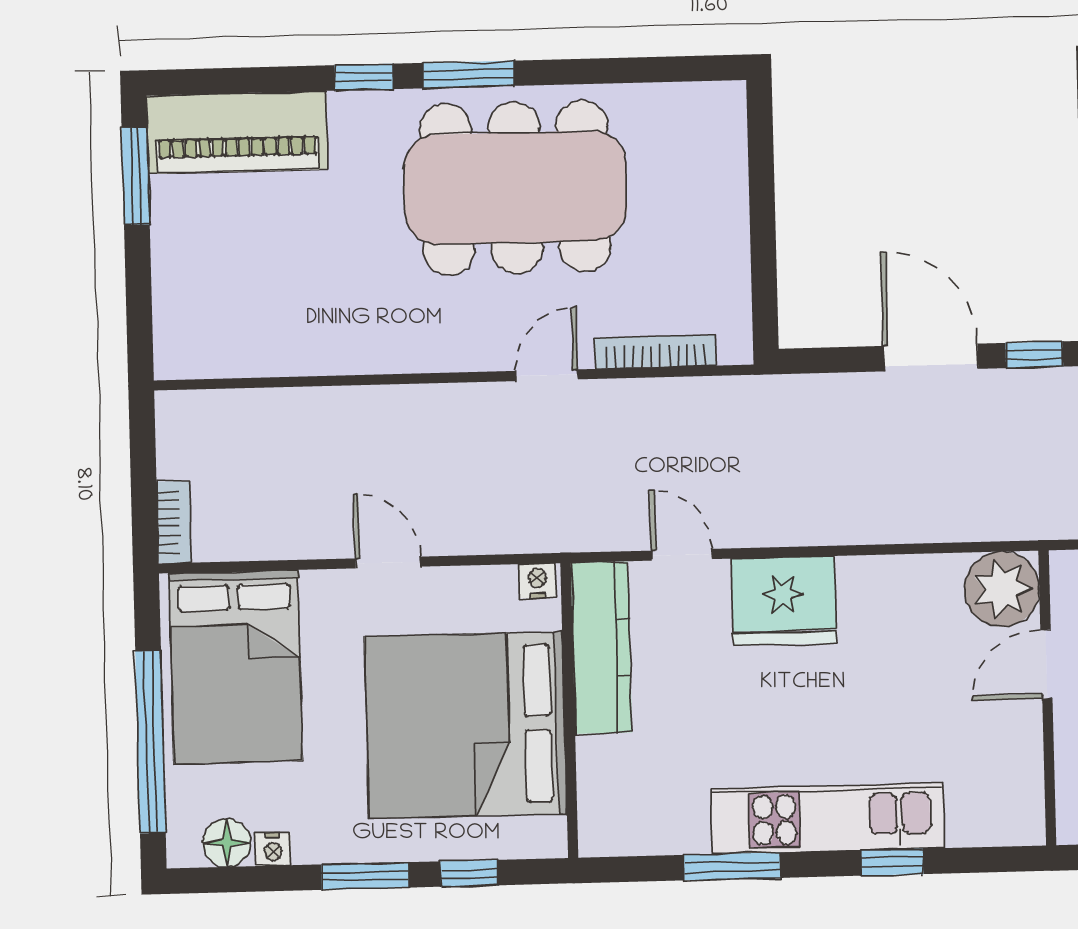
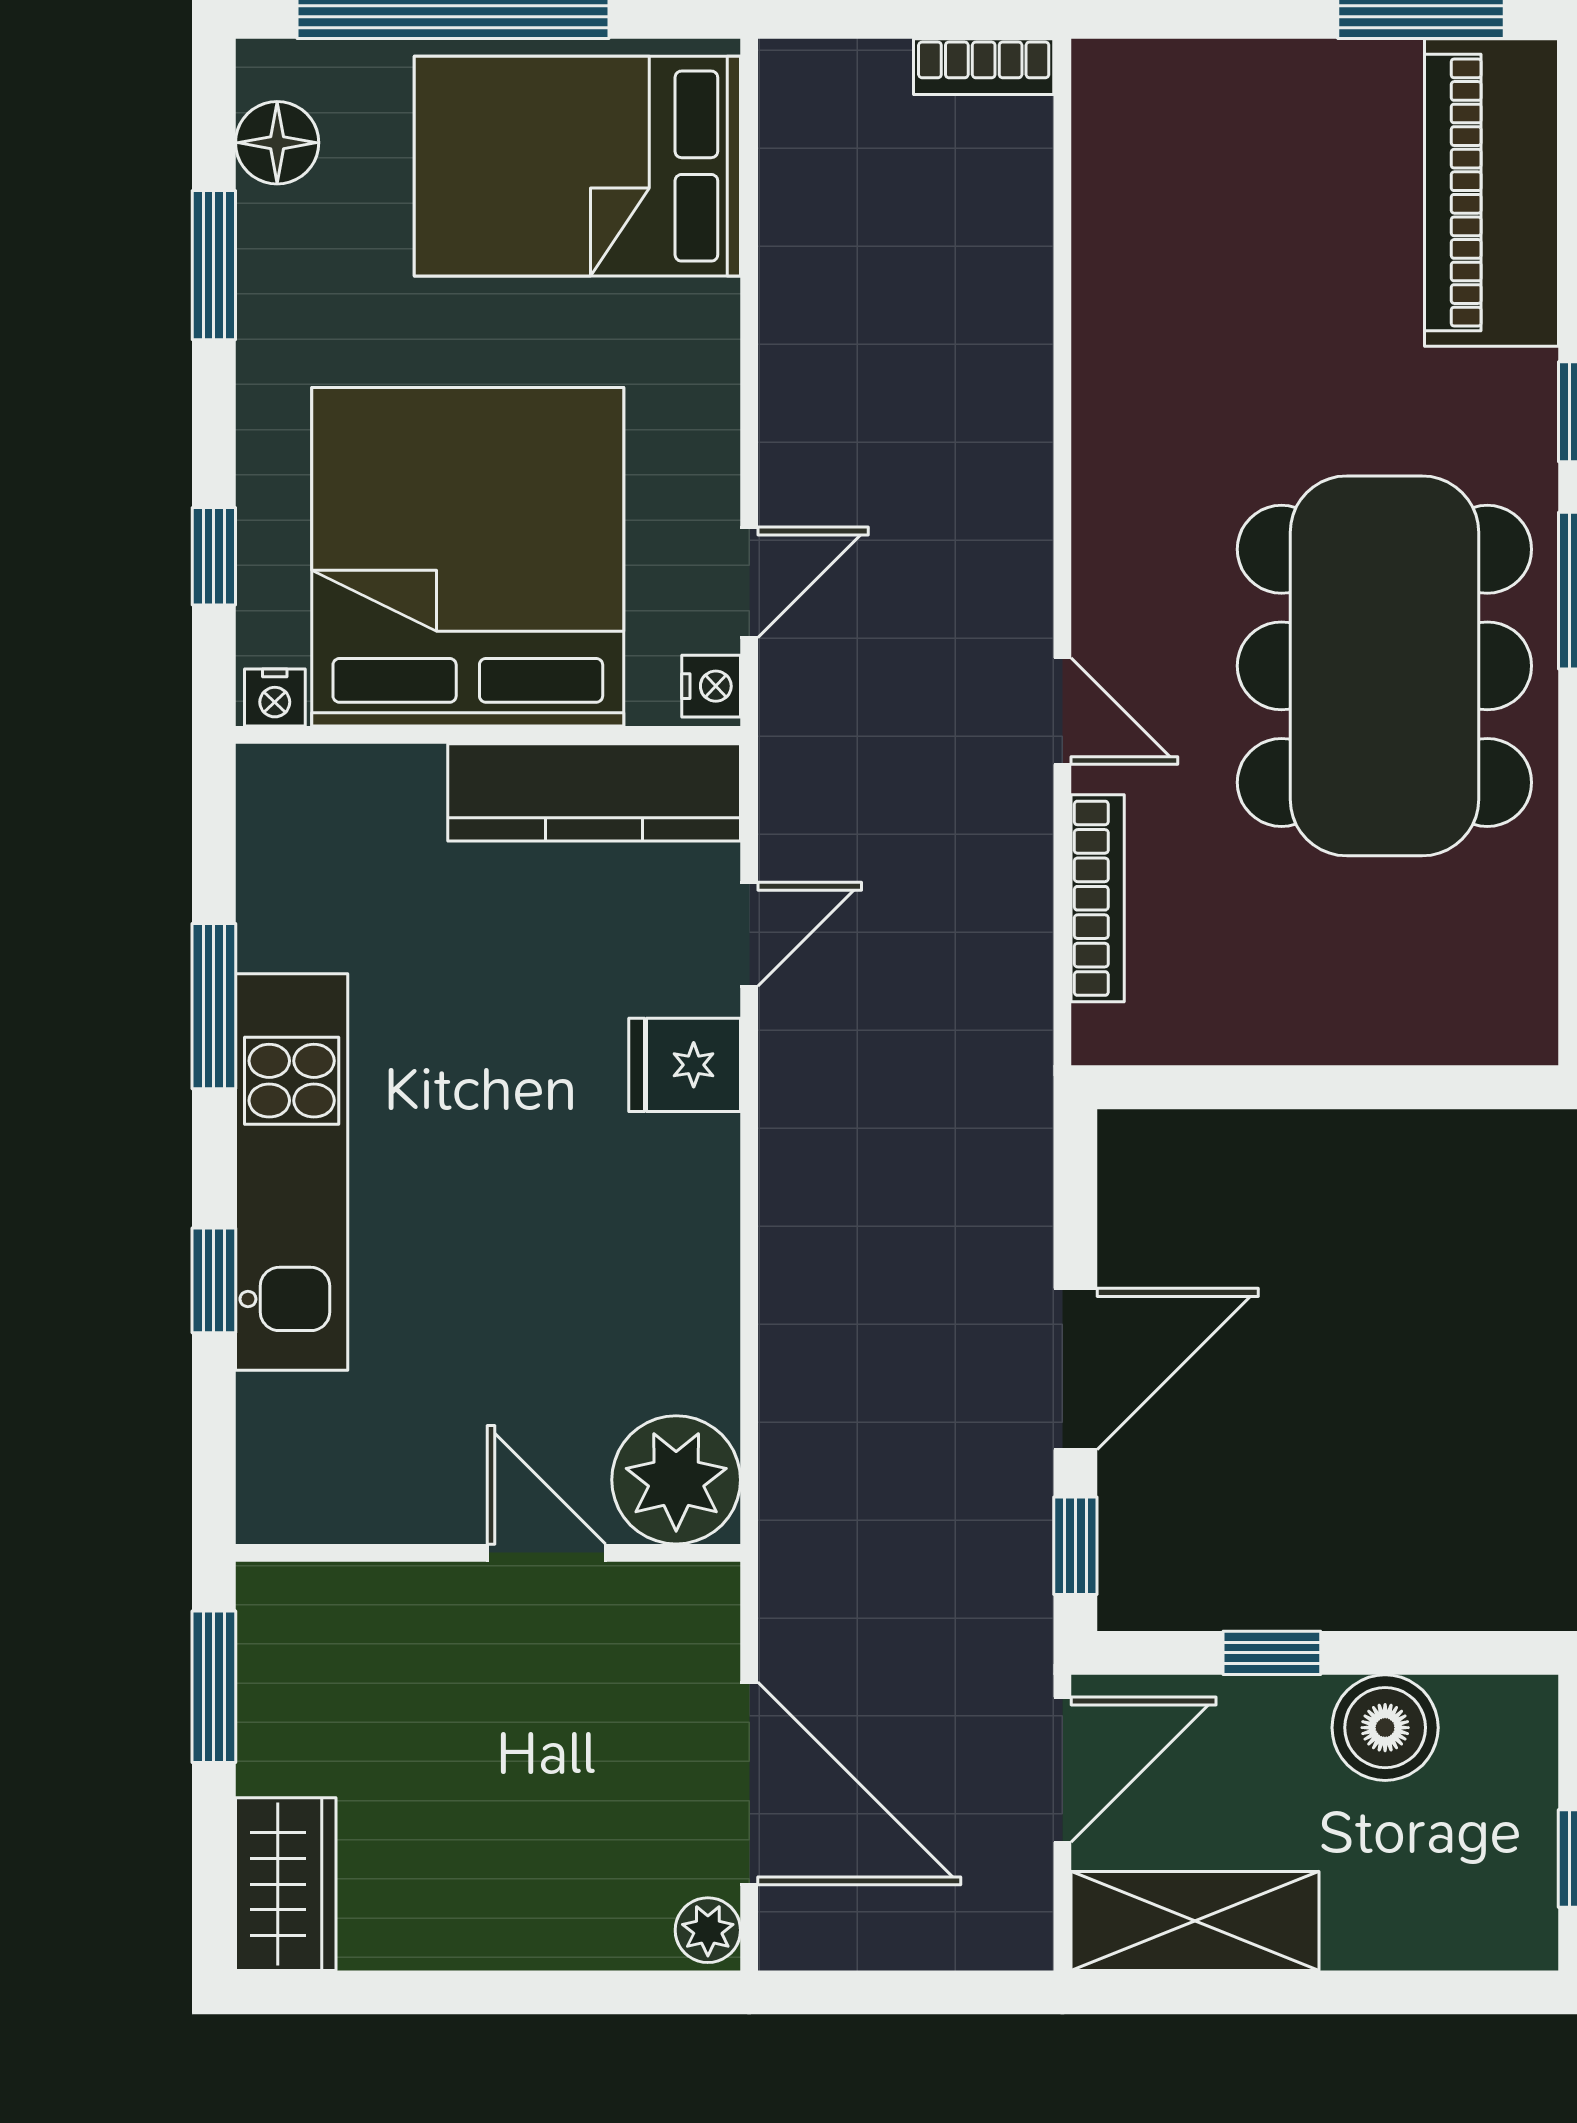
bookcase: (174, 522) -> (984, 67), moved
door: (388, 562) -> (749, 582), moved
fridge: (784, 601) -> (685, 1065), width x0.53, depth x0.75
nightstand: (273, 849) -> (275, 698), moved, turned -90
window: (365, 876) -> (214, 265), moved

